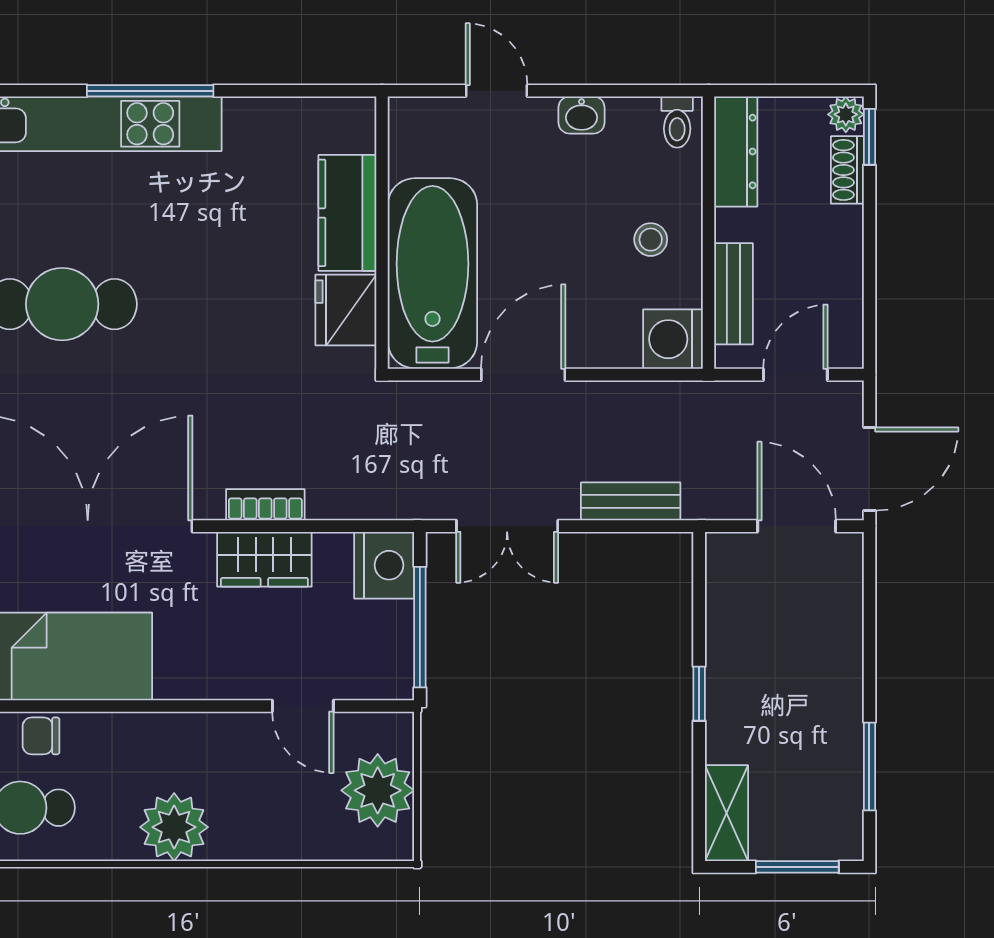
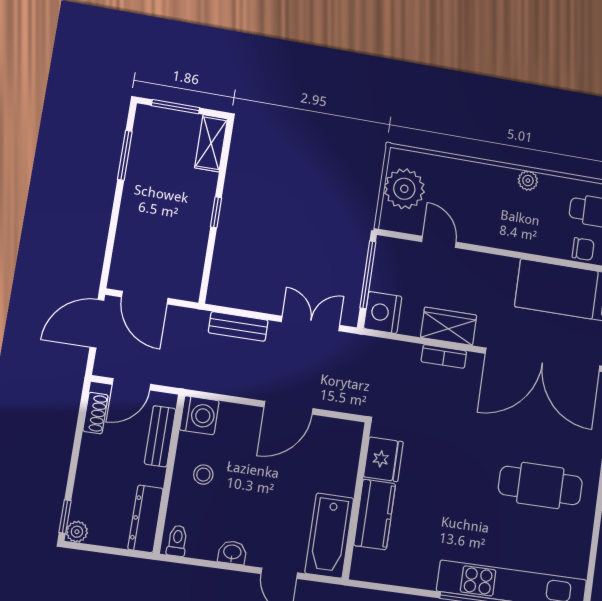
shoe rack: (847, 170) -> (95, 413), moved
bathtub: (432, 273) -> (329, 536), moved, width x0.73, depth x0.73
plant: (174, 827) -> (528, 181), width x0.53, depth x0.53

